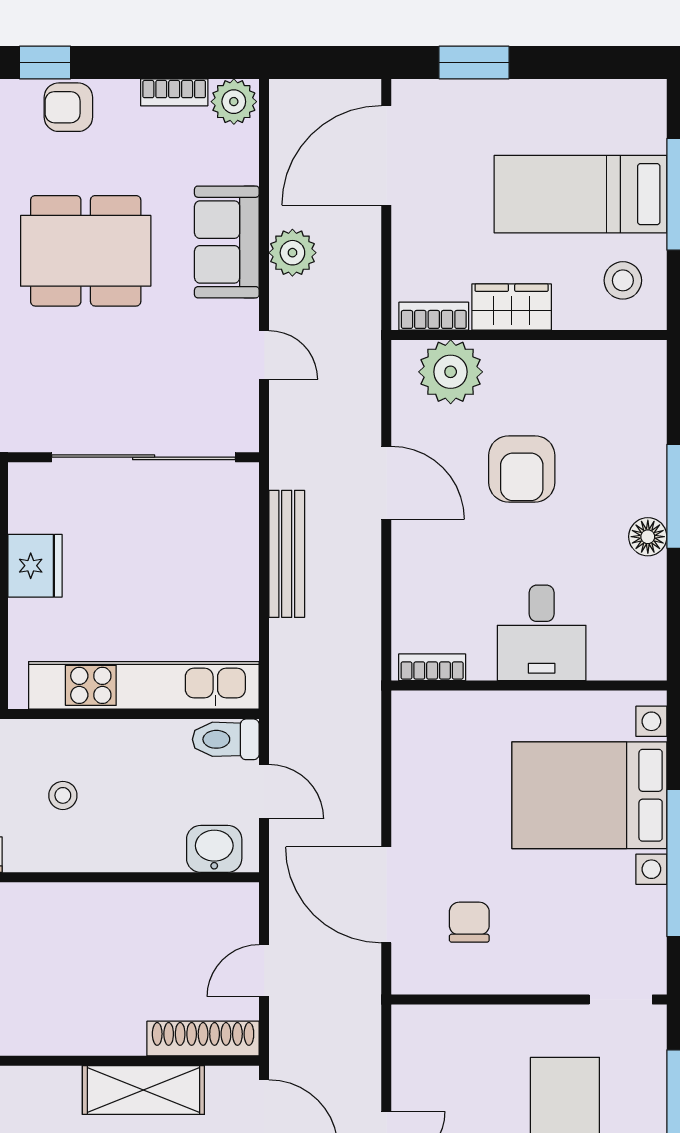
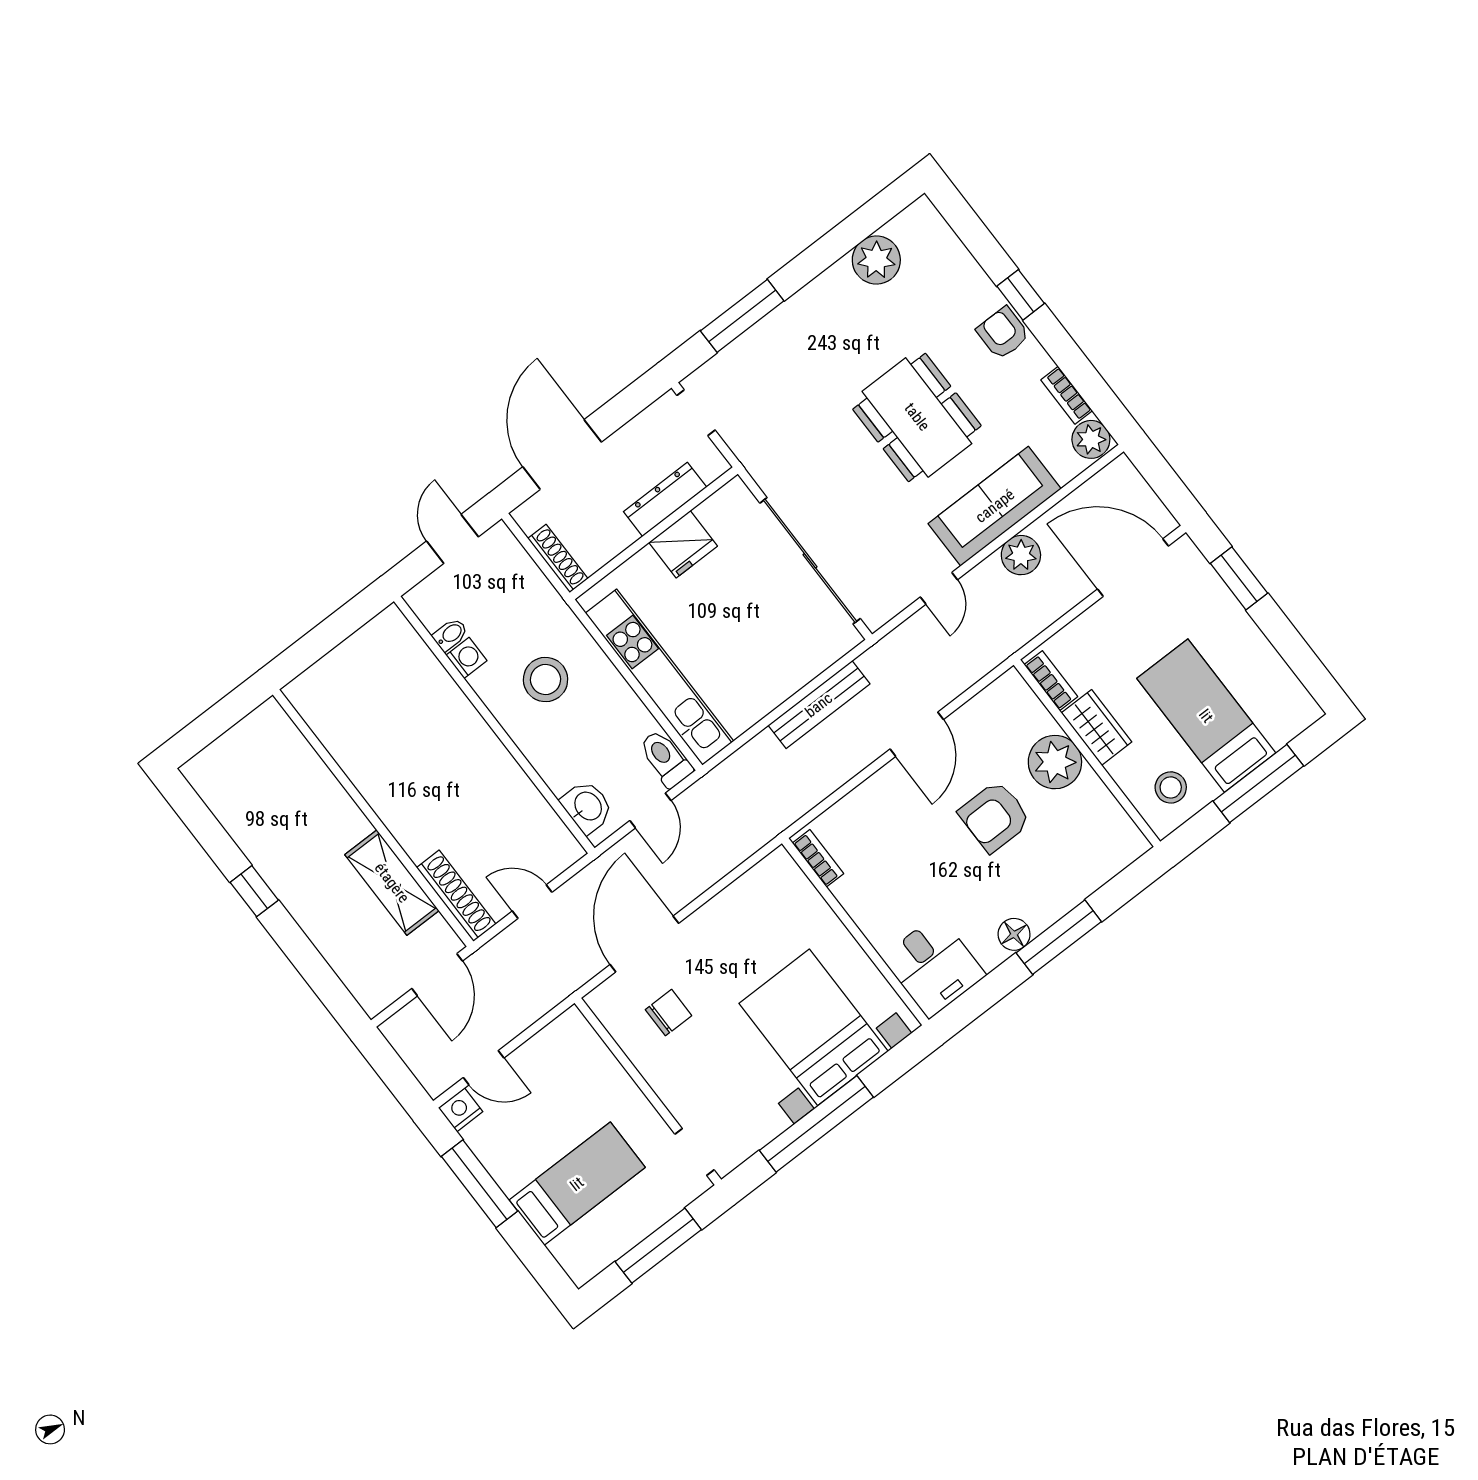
sofa: (227, 242) -> (995, 506), width x1.36
plant: (451, 372) -> (1055, 762), moved
desk: (542, 633) -> (934, 966), moved, turned -90
stool: (63, 795) -> (546, 680), width x1.89, depth x1.89

